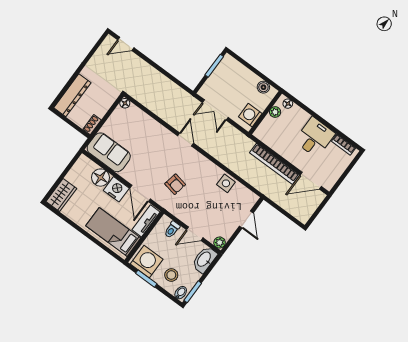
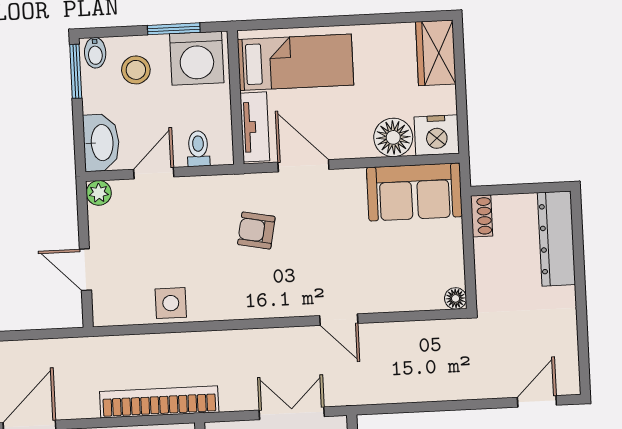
door: (186, 139) -> (339, 320), moved
bookcase: (274, 164) -> (159, 402), moved
nightstand: (116, 189) -> (437, 135), moved

